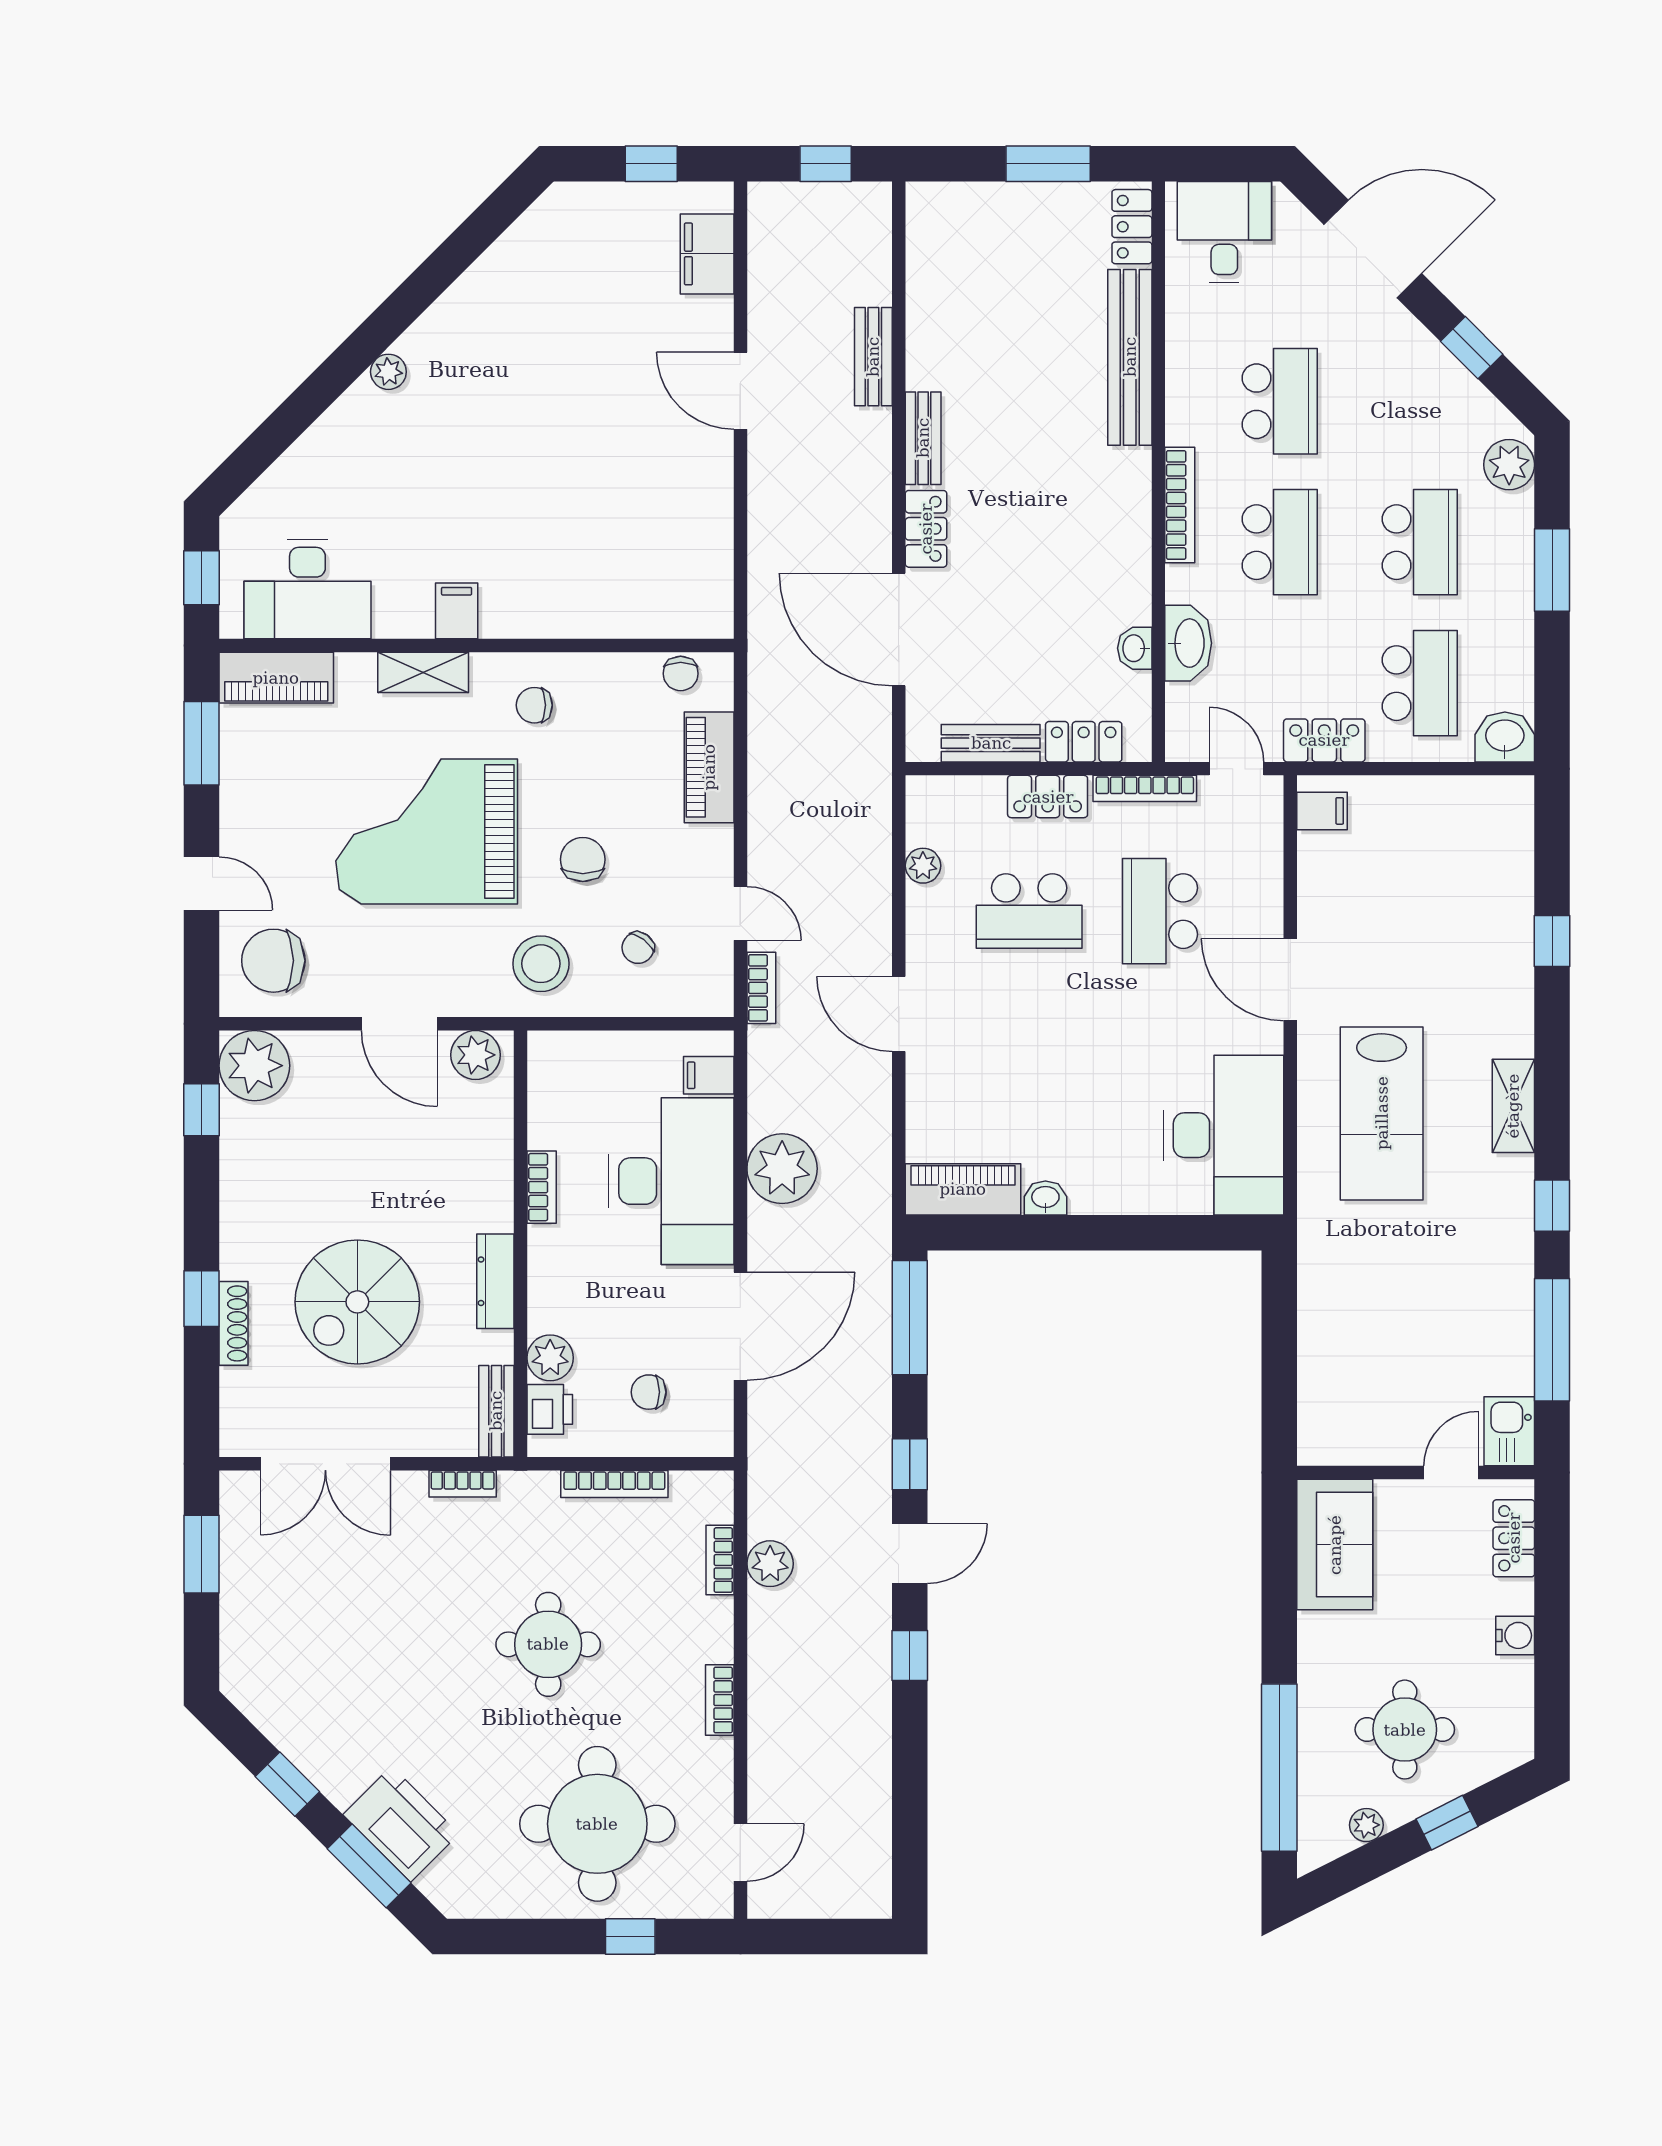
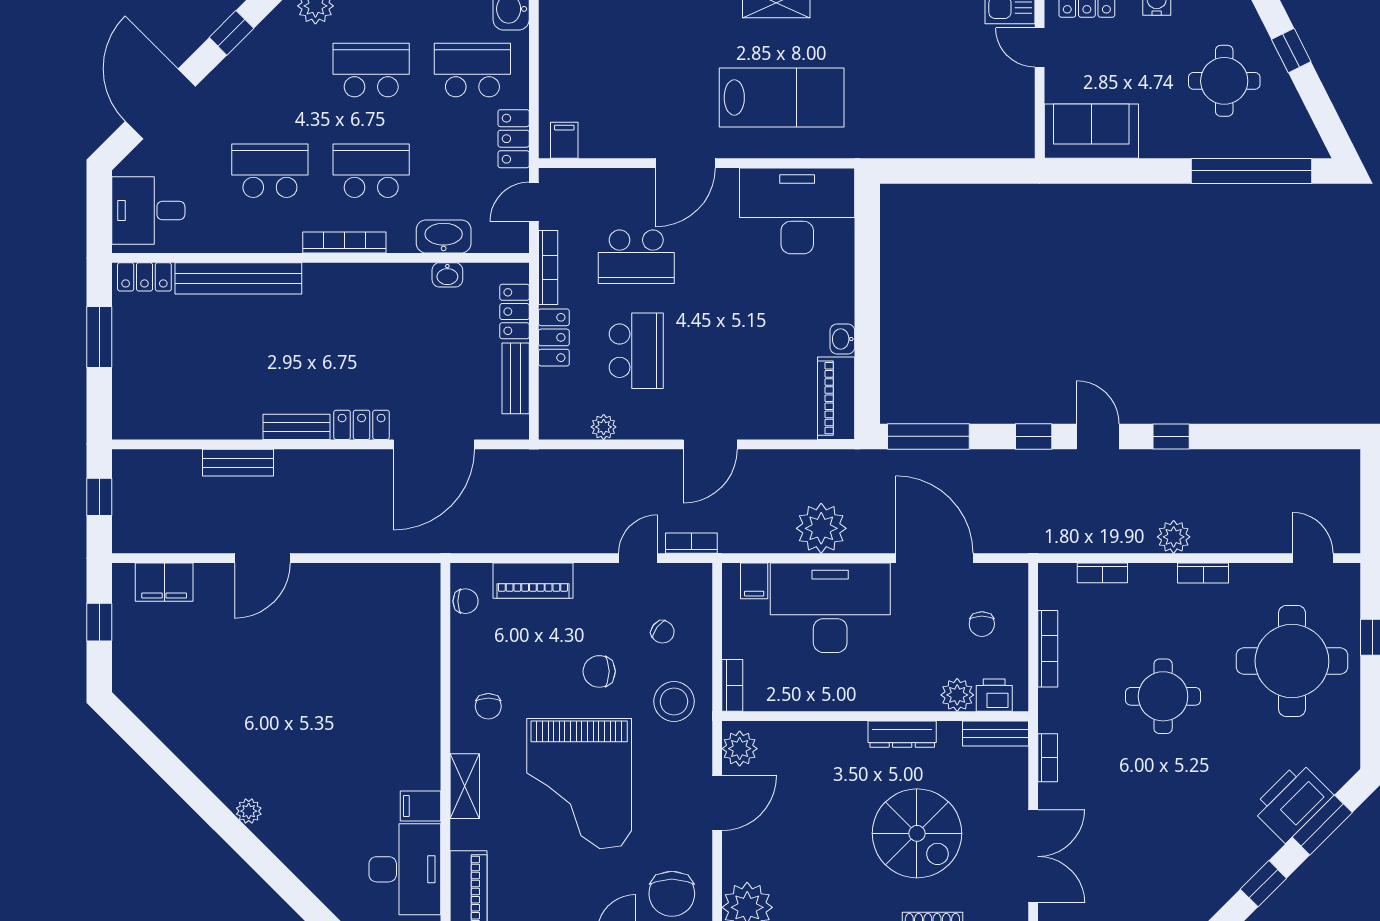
filing cabinet: (457, 611) -> (420, 806), moved
bookcase: (542, 1187) -> (732, 685), moved, turned 90
plant: (770, 1564) -> (1174, 537), moved
plant: (1366, 1825) -> (1293, 108), removed

